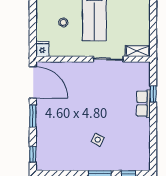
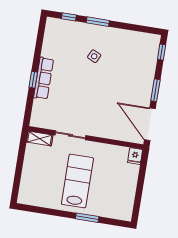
stool: (63, 22) -> (110, 179), removed
window: (153, 94) -> (33, 80), moved
row of seats: (143, 104) -> (44, 78), width x1.48

